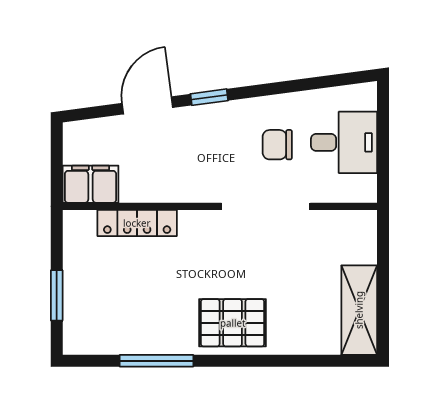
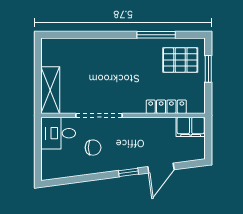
desk: (344, 142) -> (58, 133), moved
shelving: (359, 310) -> (50, 90), moved
pallet: (233, 323) -> (180, 60), moved

